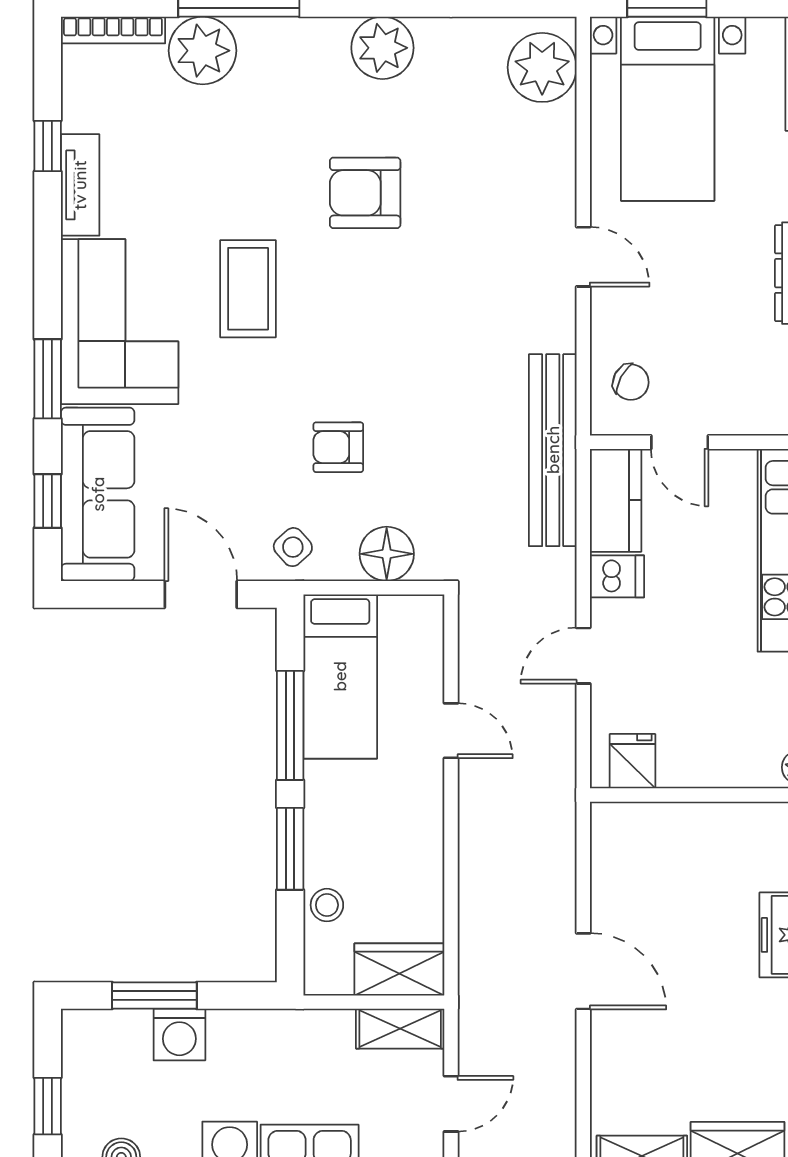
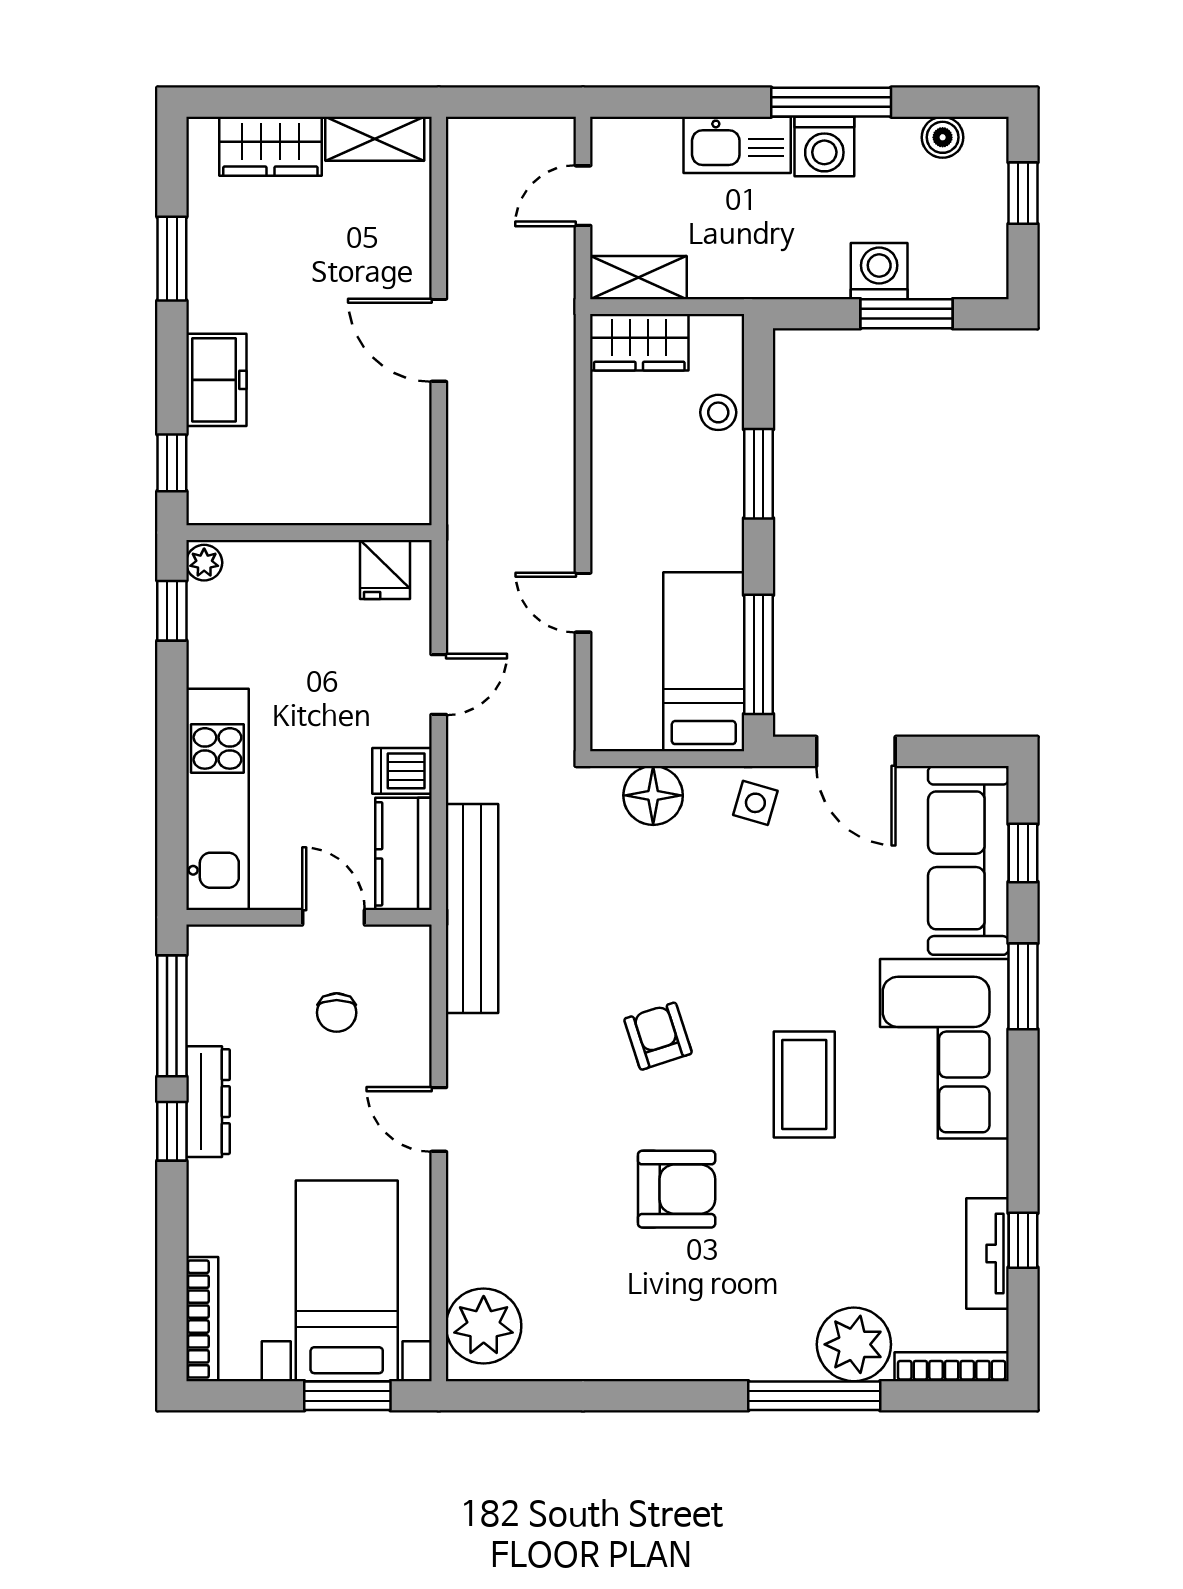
plant: (382, 48) -> (658, 1347), removed
tv unit: (80, 185) -> (987, 1253), moved
chair: (631, 382) -> (337, 1013), moved, turned -118
armchair: (338, 447) -> (658, 1036), moved, turned -108
side table: (293, 547) -> (755, 803), turned -32
window: (290, 725) -> (758, 654), moved

